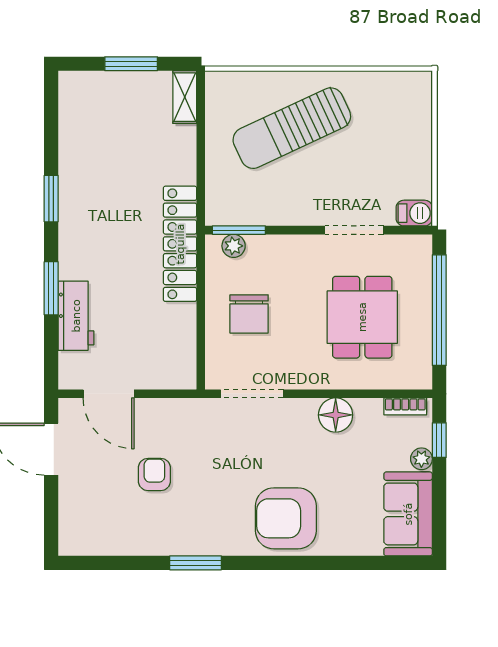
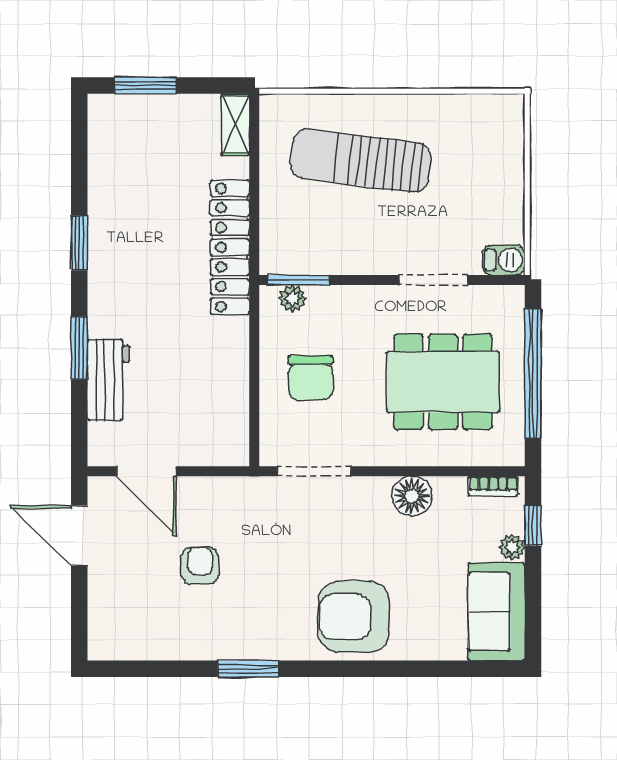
window: (131, 64) -> (145, 86), moved
sun lounger: (292, 128) -> (361, 161), turned 32
locker: (180, 244) -> (230, 247), moved
dining table: (362, 317) -> (443, 382), width x1.38

